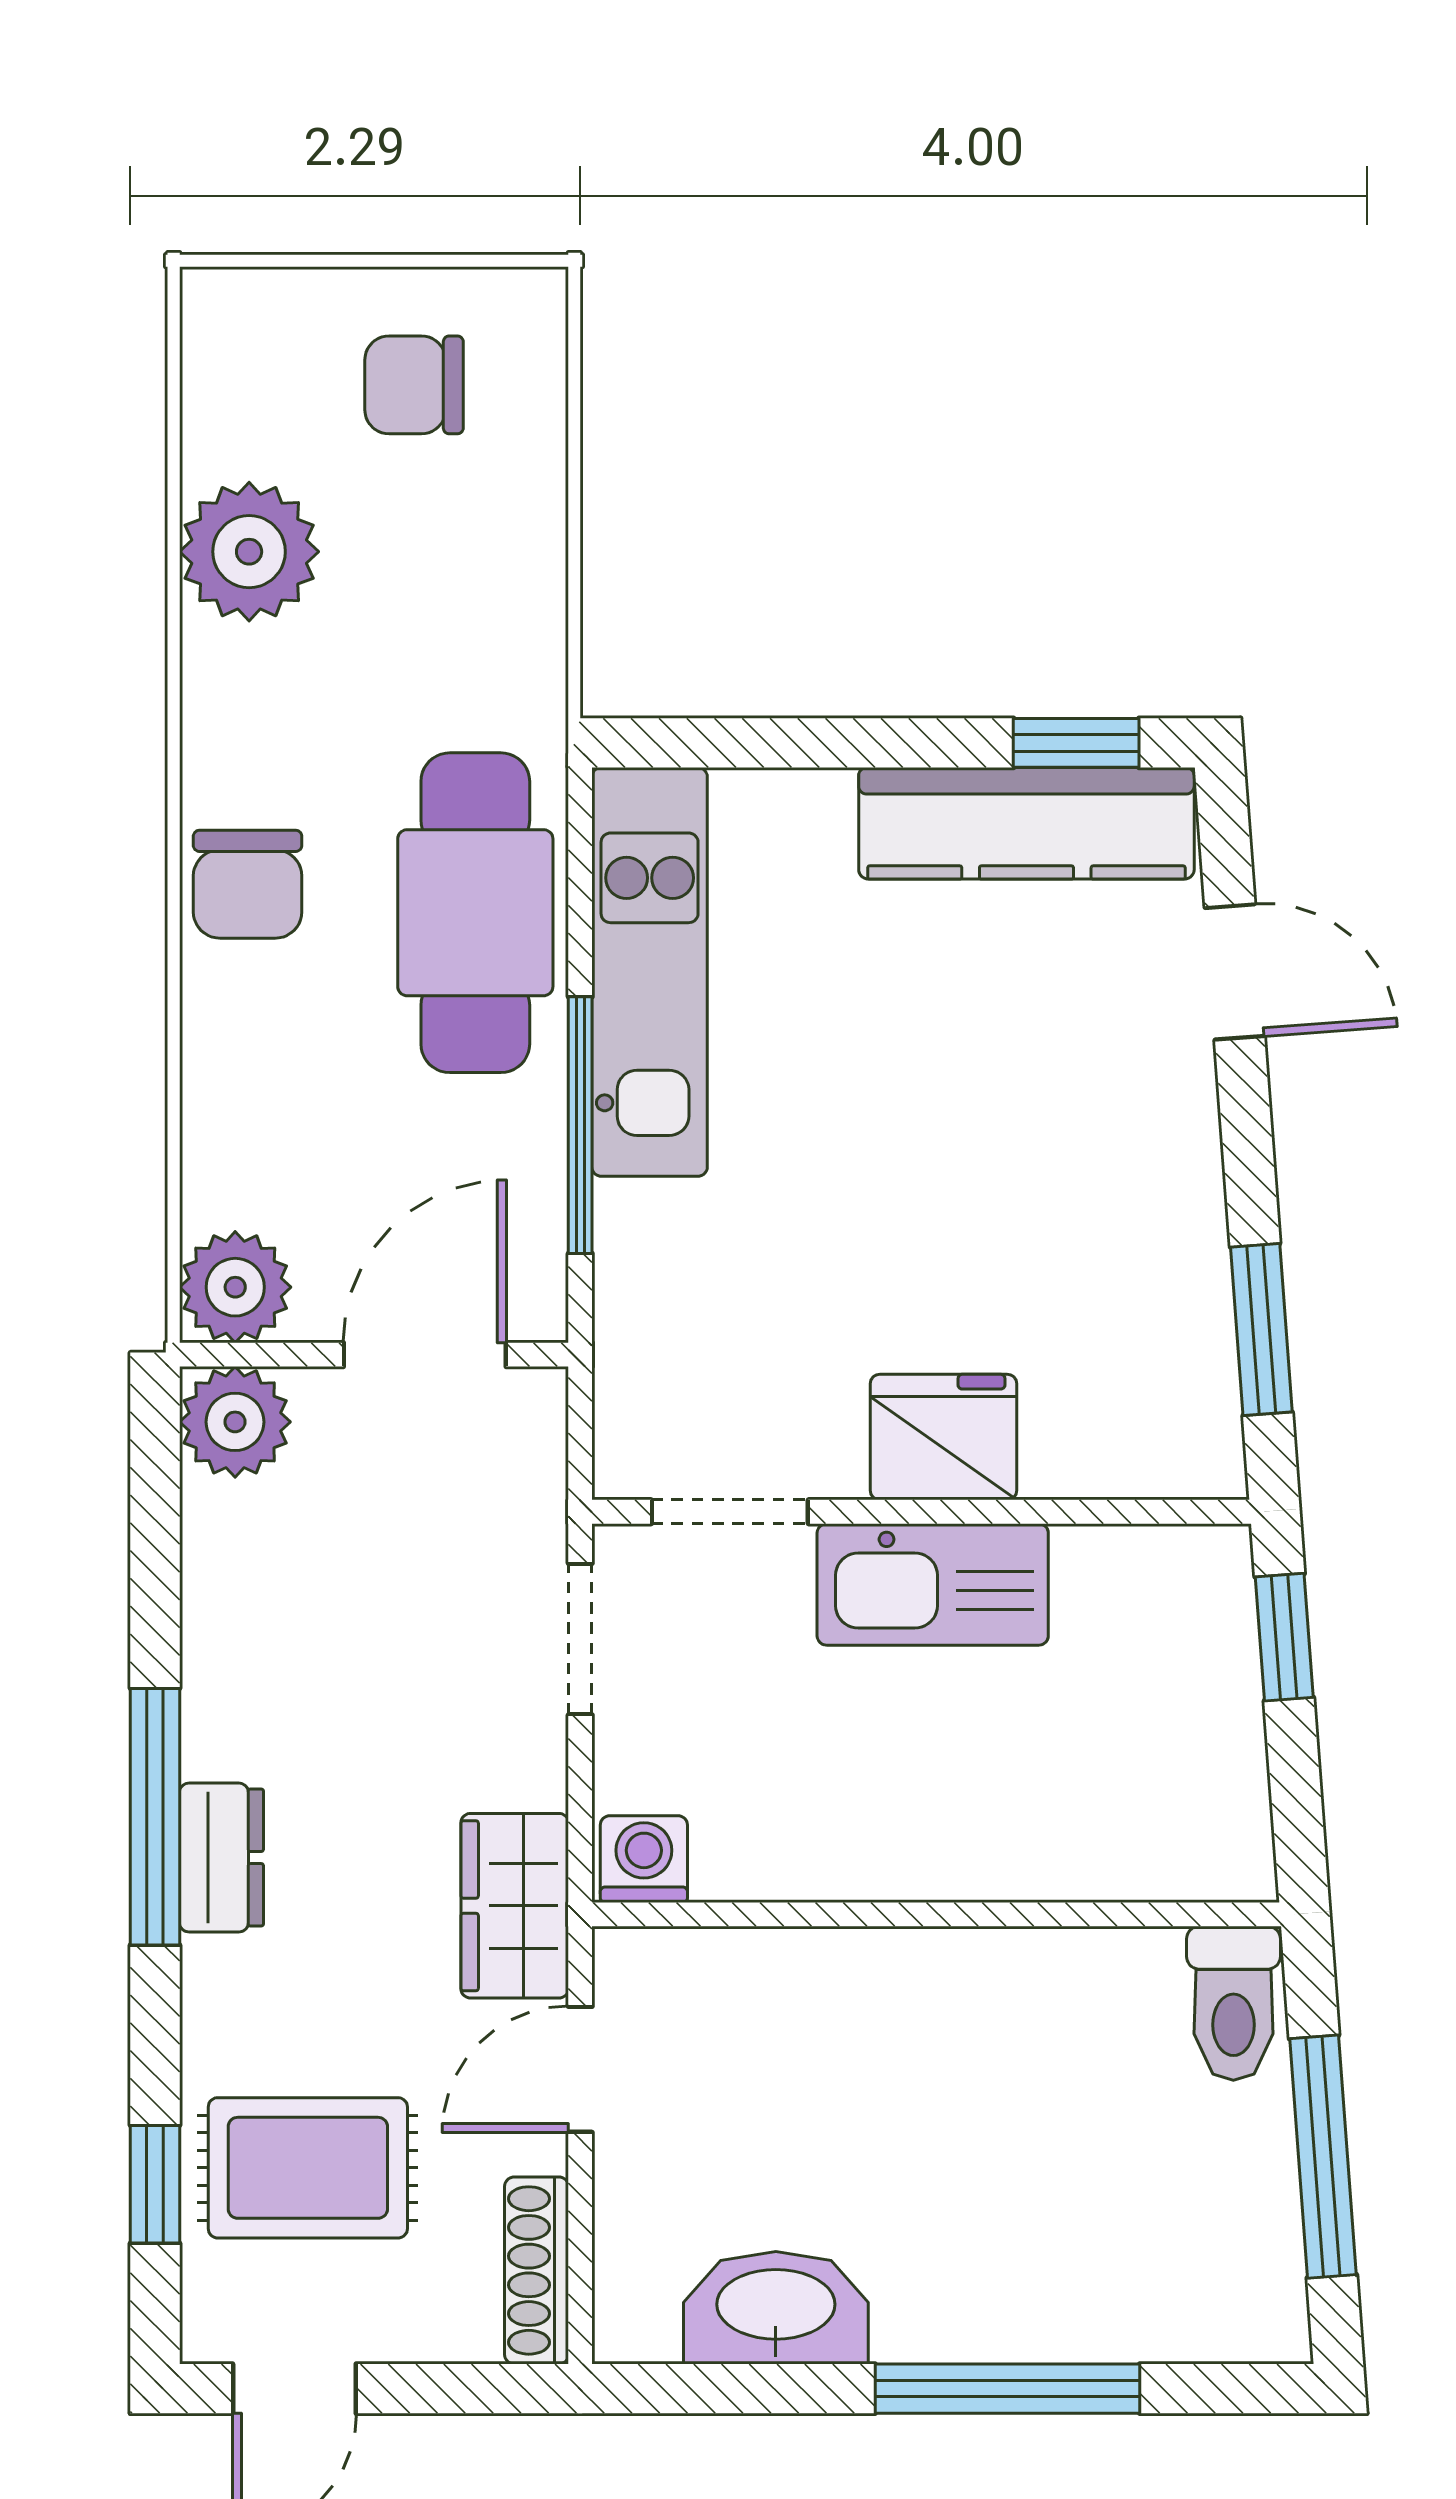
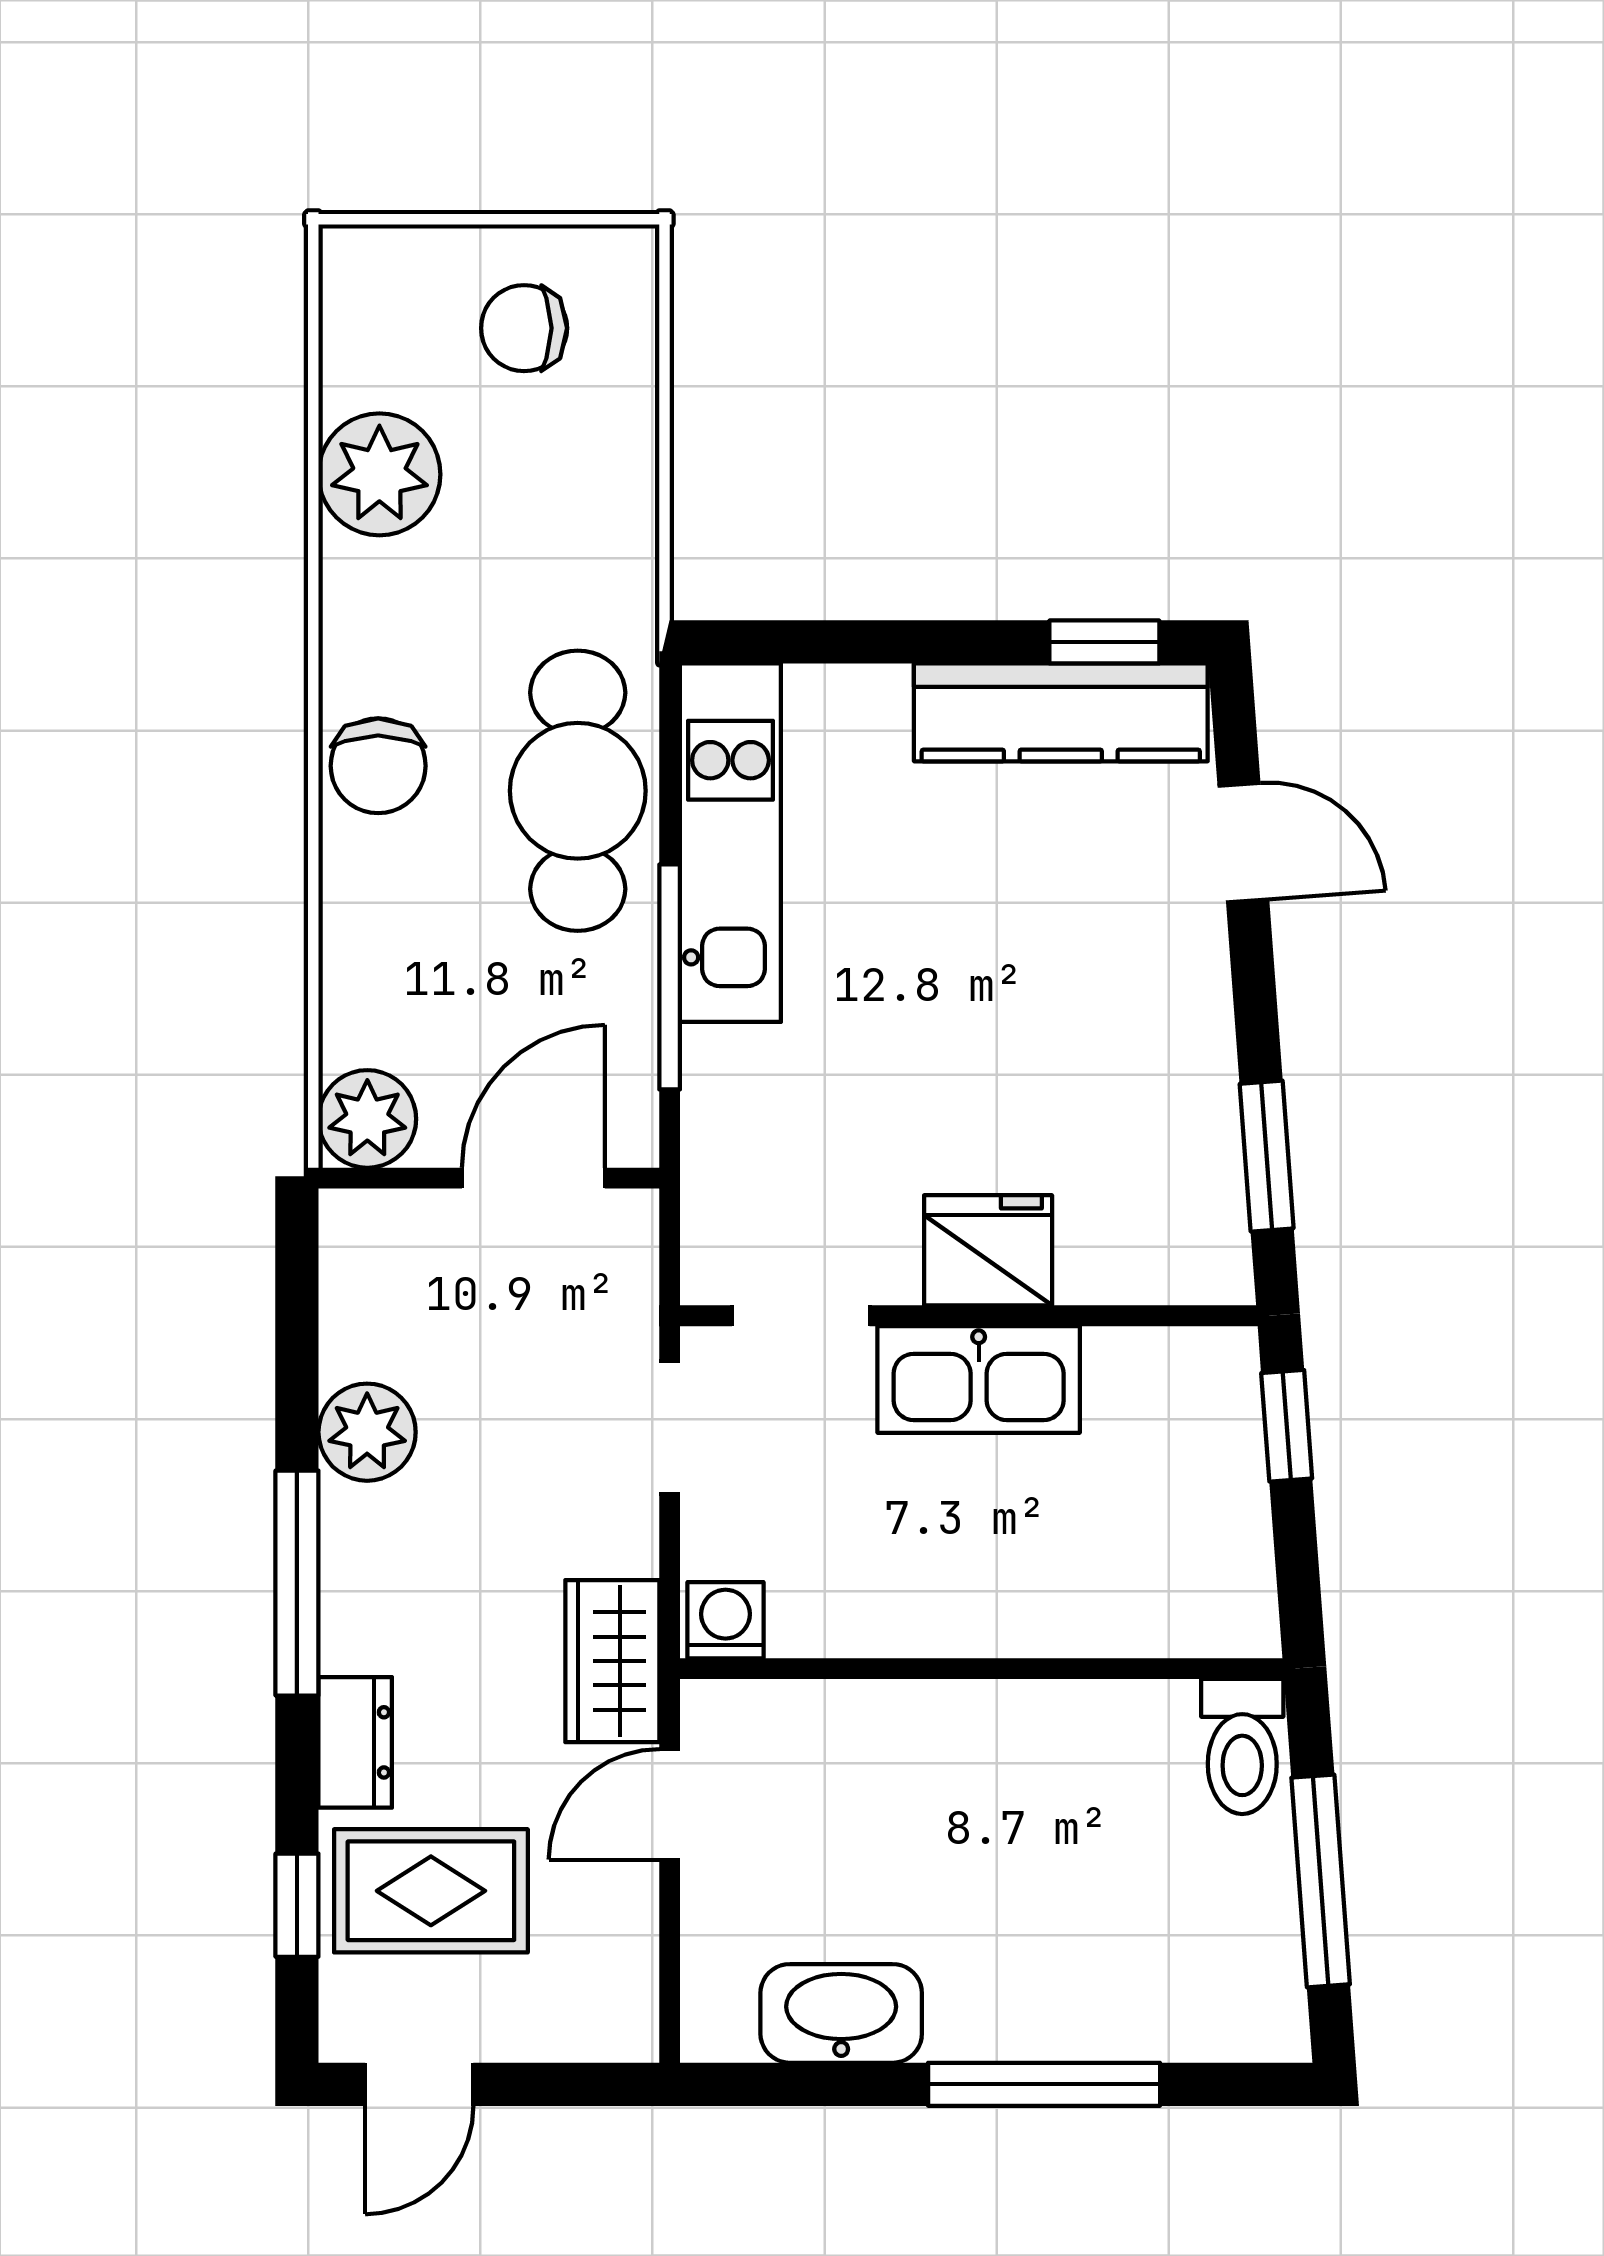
plant: (235, 1422) -> (367, 1432), moved
dresser: (221, 1858) -> (355, 1742), moved
shoe rack: (537, 2270) -> (631, 1981), removed

